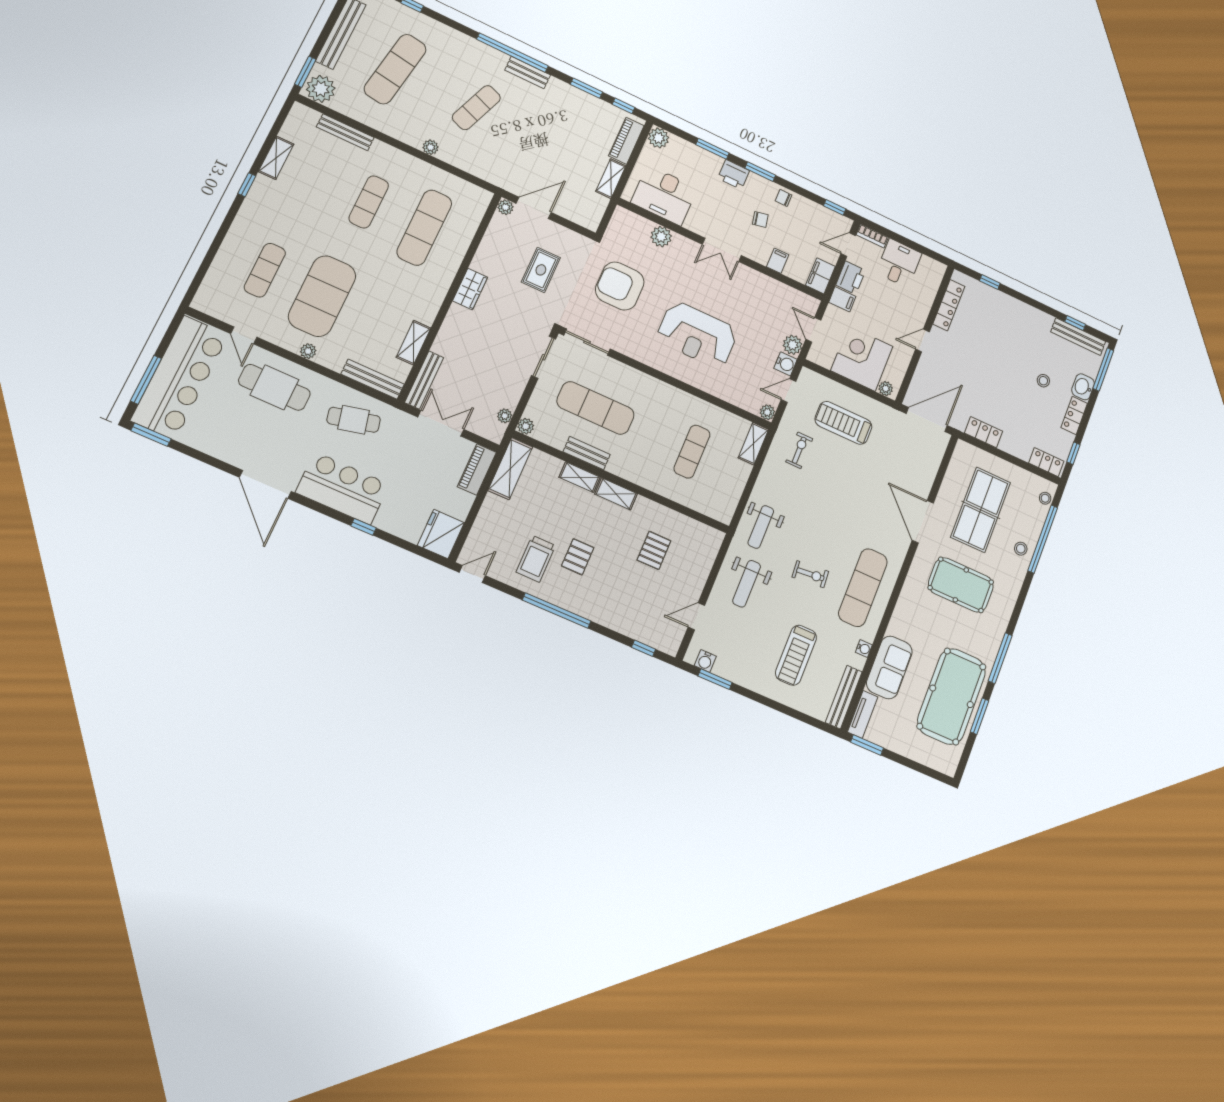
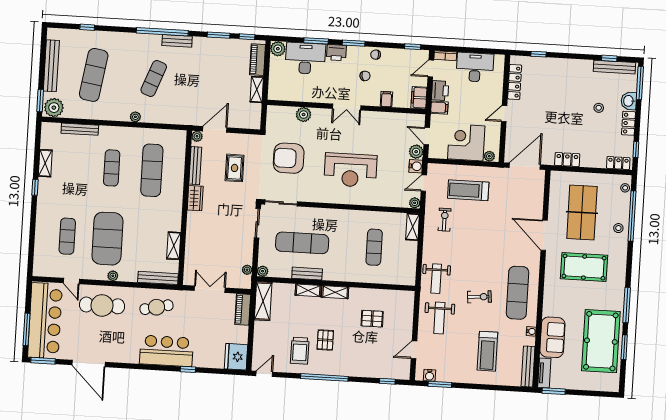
desk: (664, 195) -> (305, 58), moved, turned 180
desk: (899, 263) -> (475, 67), width x1.37
bench: (424, 380) -> (195, 166), moved
door: (265, 484) -> (89, 363), moved
pallet: (654, 550) -> (372, 319), turned 90

